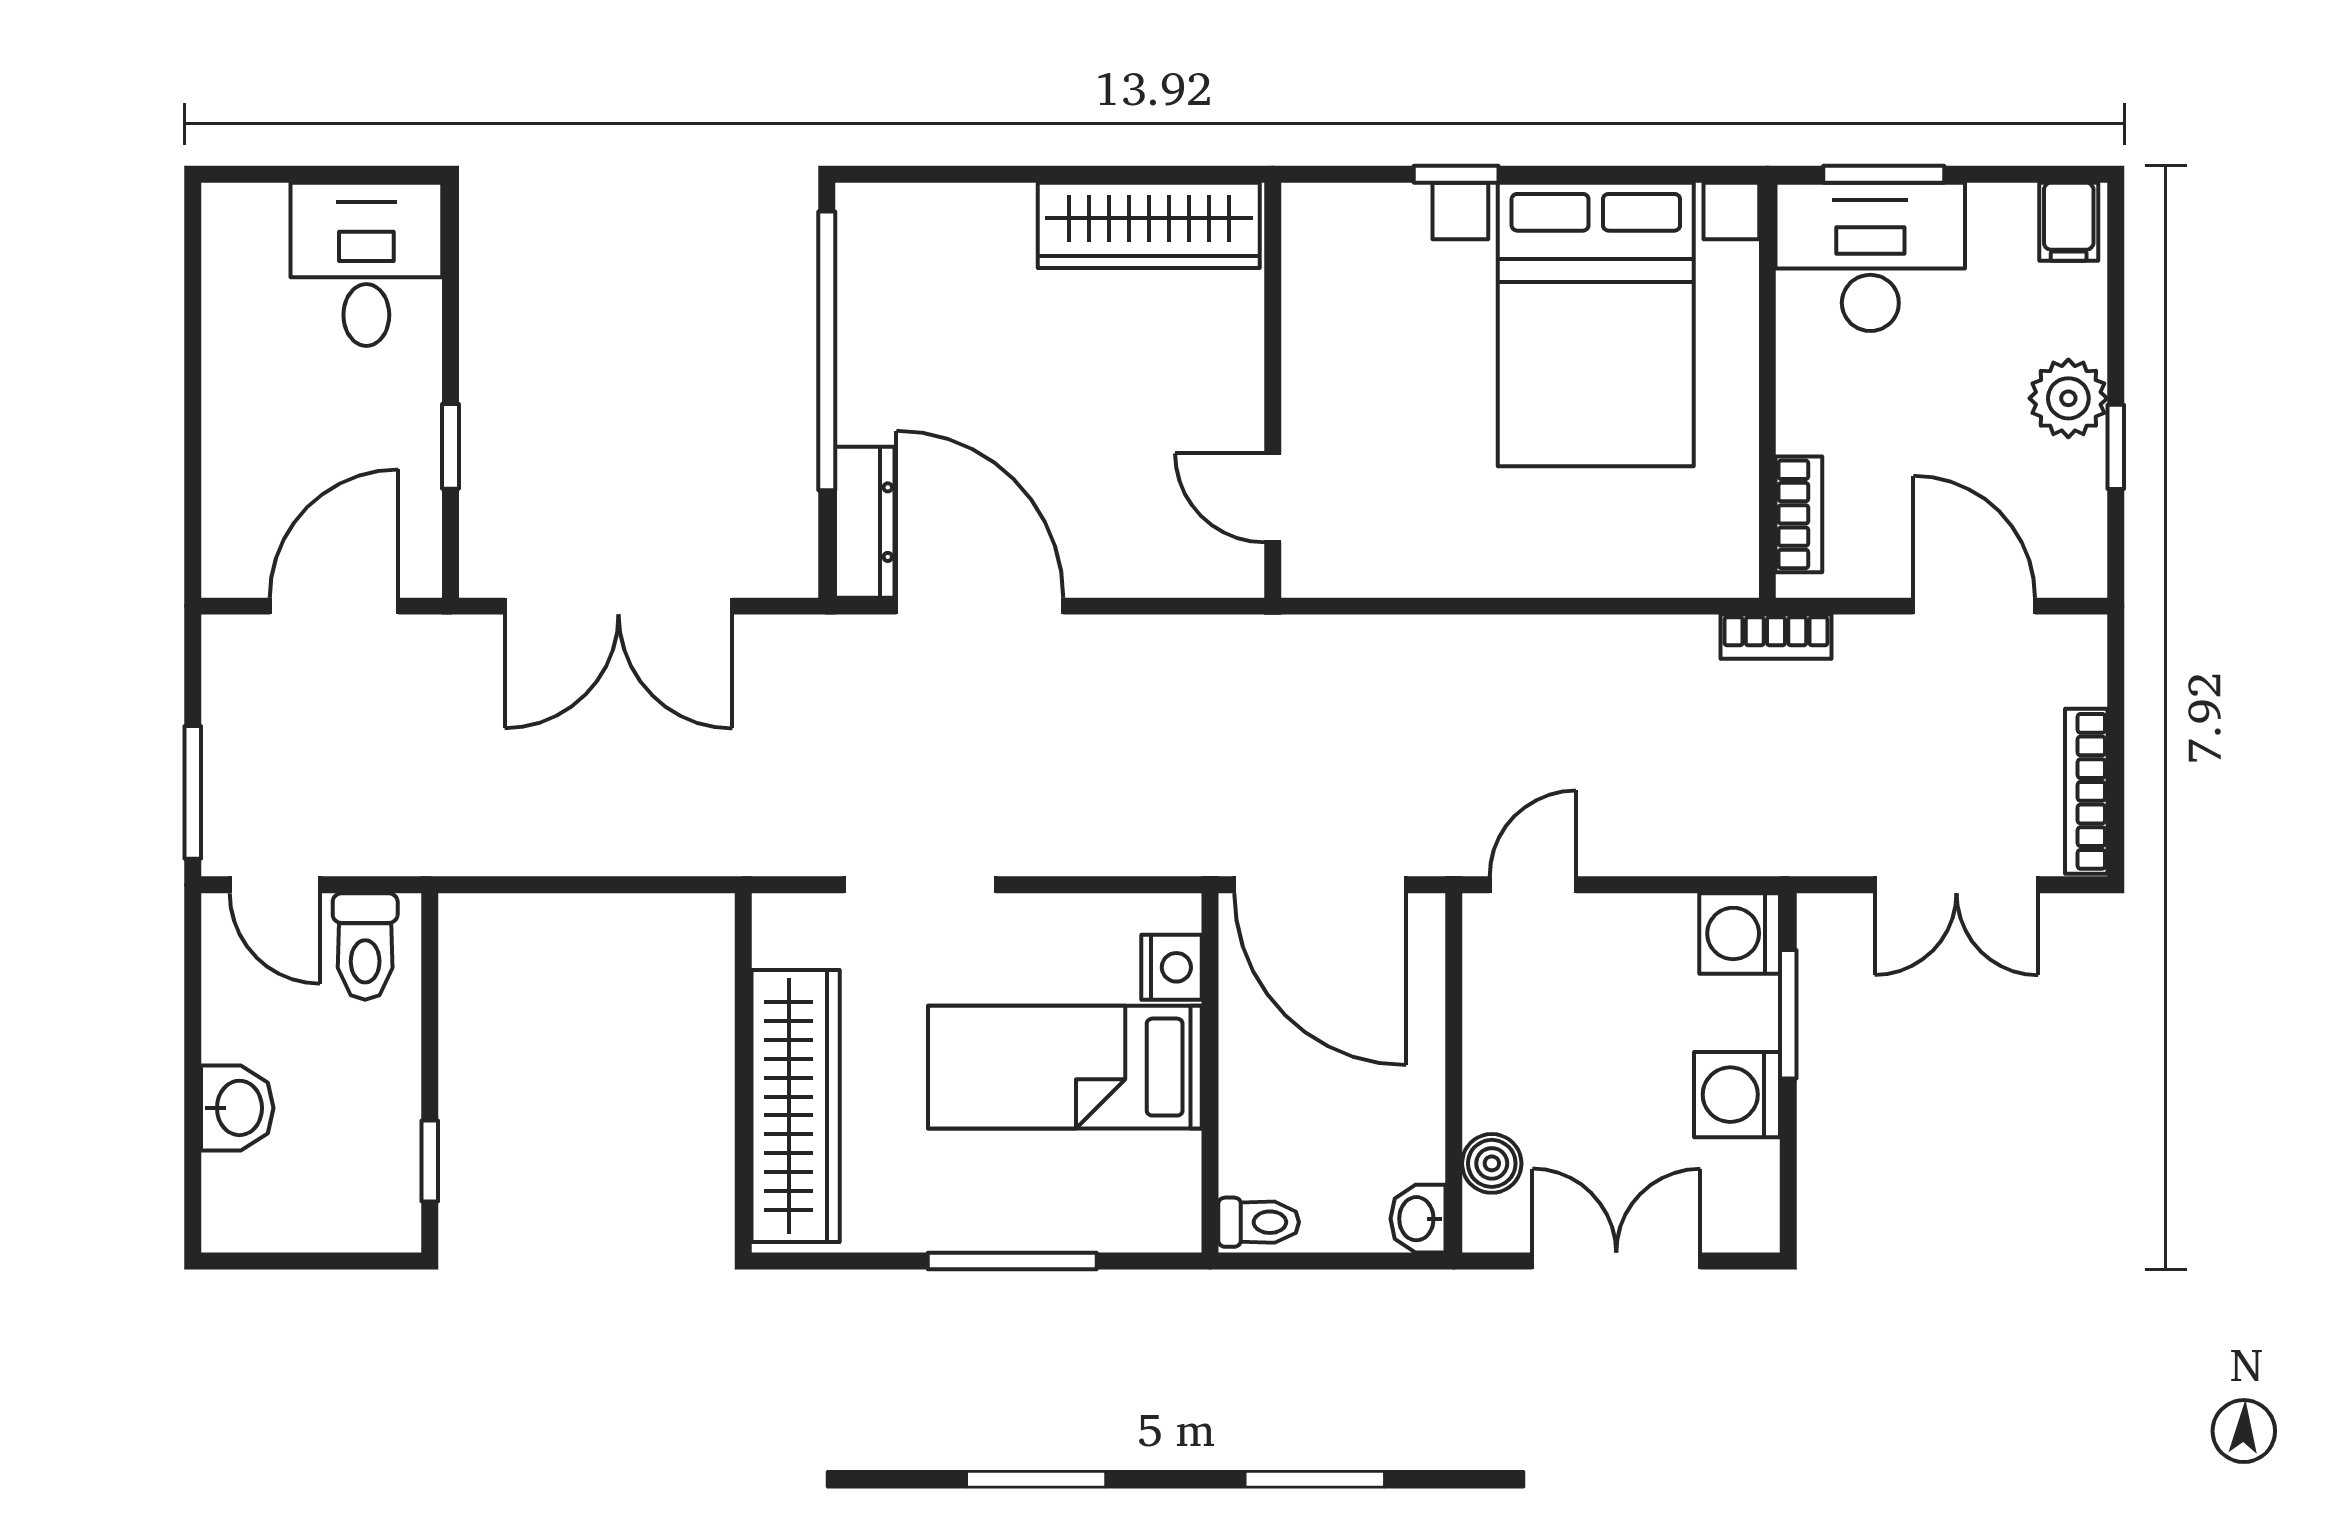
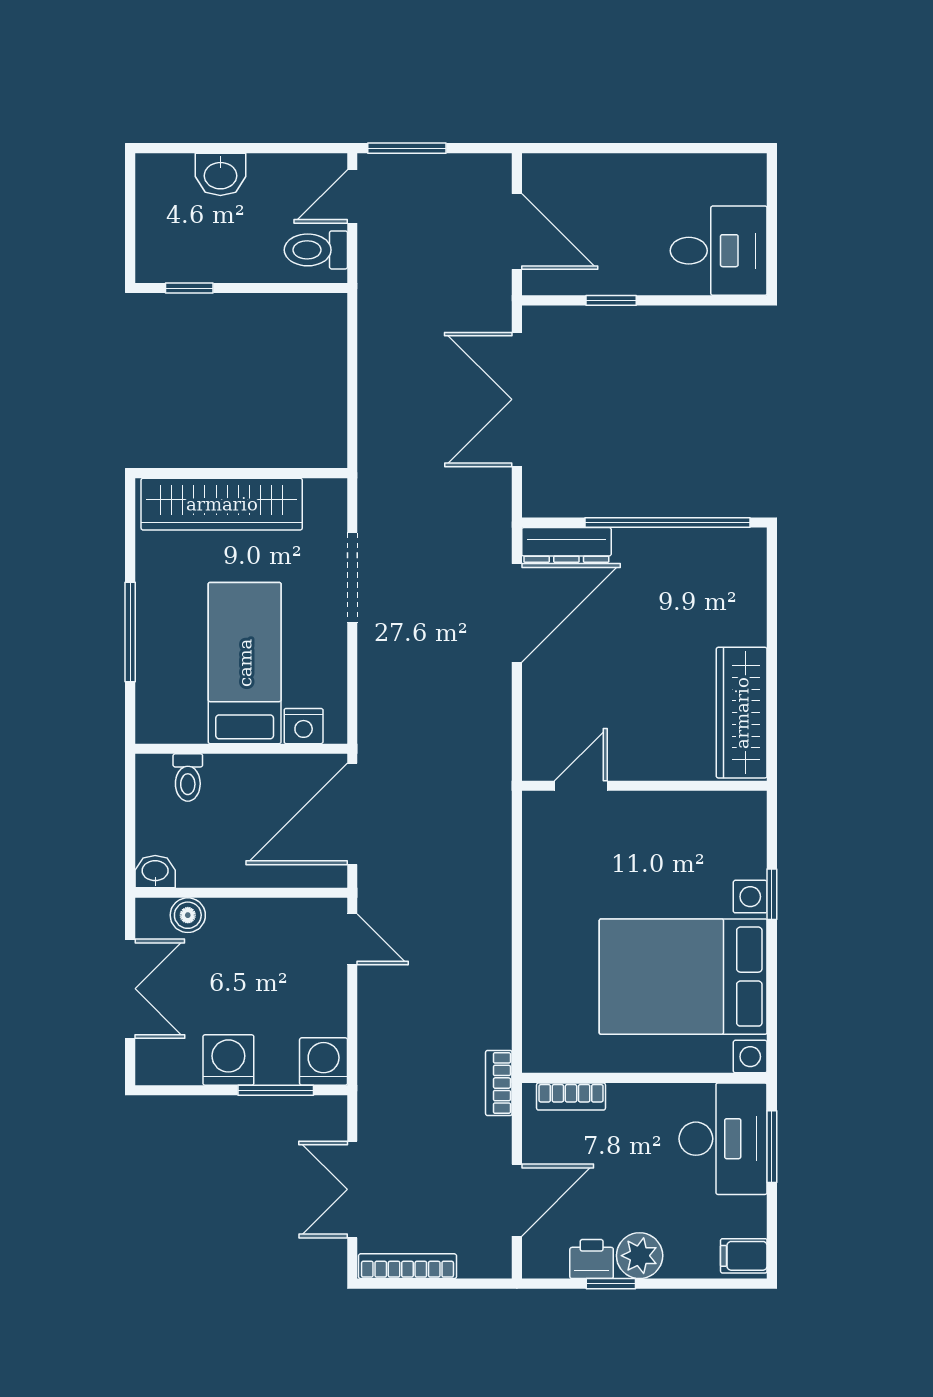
printer: (2074, 479) -> (592, 1259), added
toilet: (1259, 1222) -> (188, 778), moved

